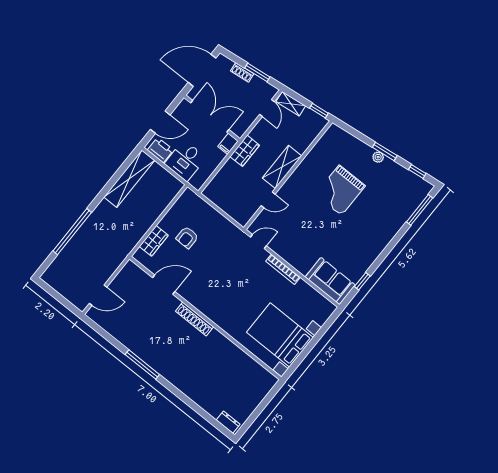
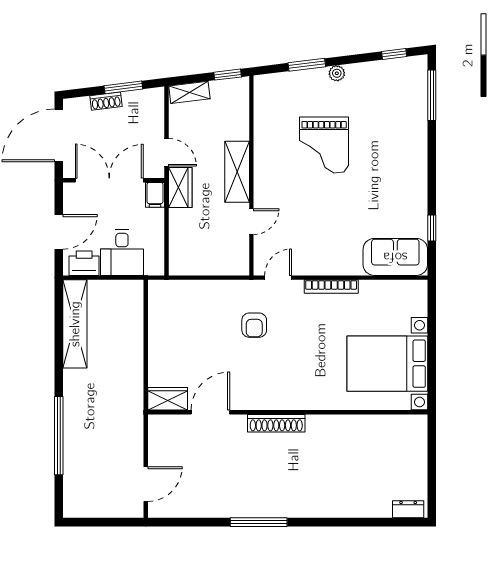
door: (267, 108) -> (166, 152), moved
window: (385, 151) -> (307, 65), moved
armchair: (187, 237) -> (254, 325), moved
wardrobe: (154, 241) -> (168, 399), moved, turned -90

